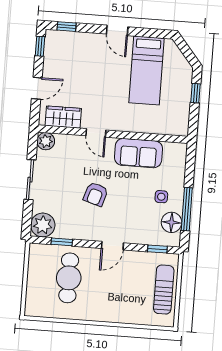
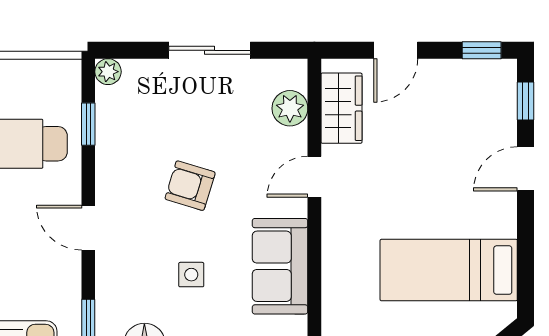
door: (117, 30) -> (526, 169), moved
door: (37, 88) -> (396, 50), hinge flipped
plant: (46, 141) -> (290, 108), moved
side table: (161, 197) -> (191, 275), moved
plant: (43, 225) -> (108, 72), width x0.53, depth x0.53

